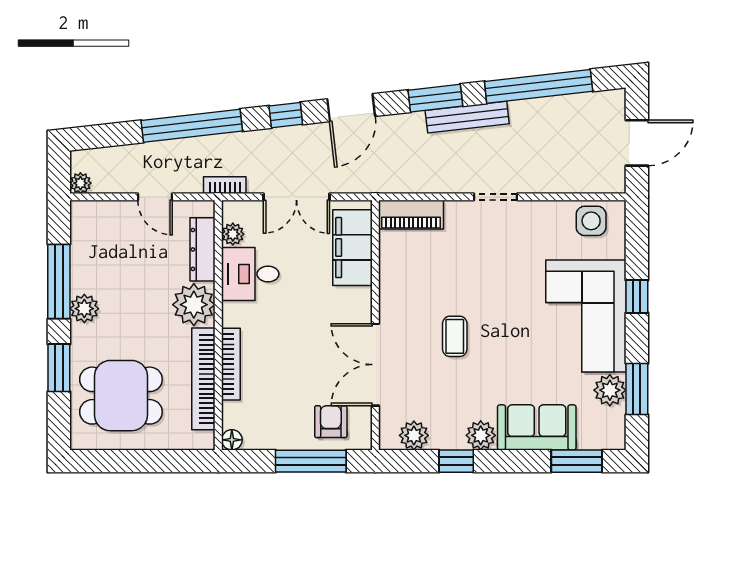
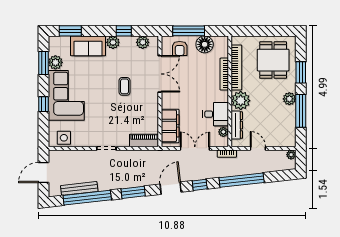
bench: (467, 117) -> (79, 188), moved
dining table: (121, 396) -> (273, 60), turned 90
floor lamp: (232, 440) -> (205, 44), moved, width x1.89, depth x1.89

